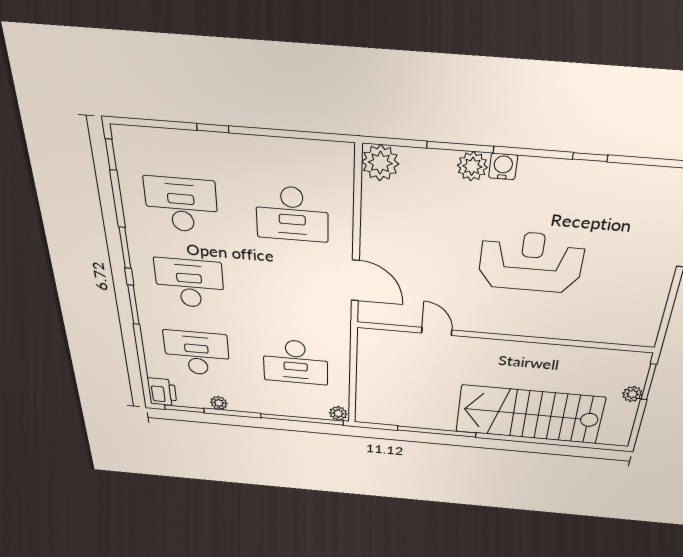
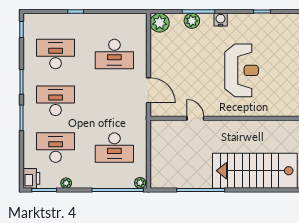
plant: (472, 166) -> (192, 21), moved
reception desk: (531, 262) -> (242, 70), turned 90

